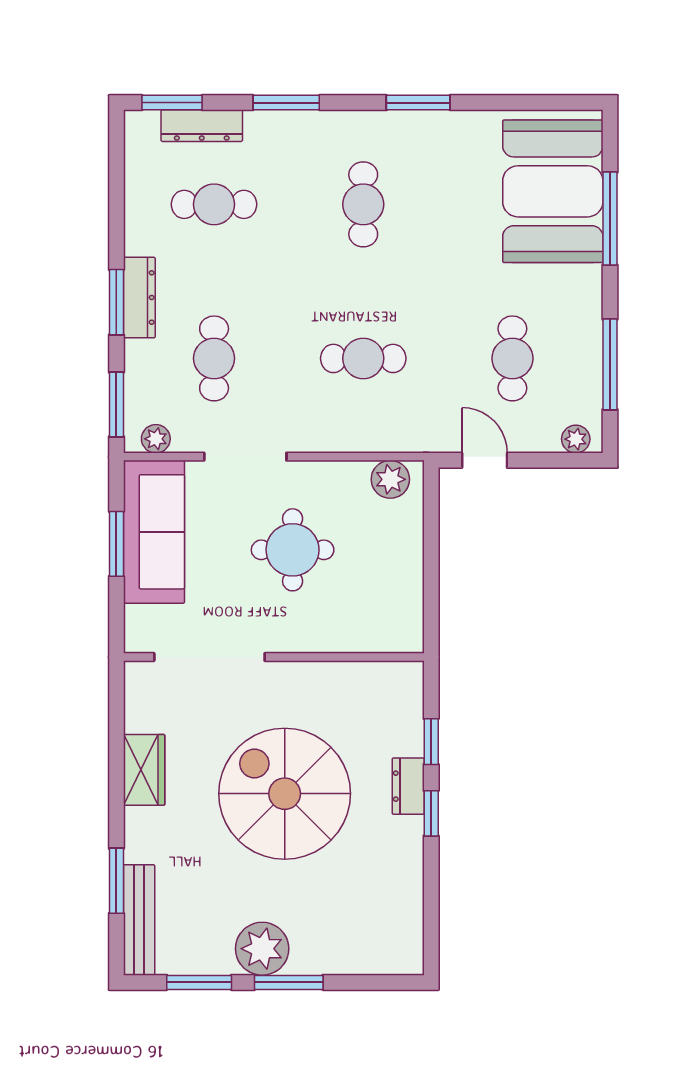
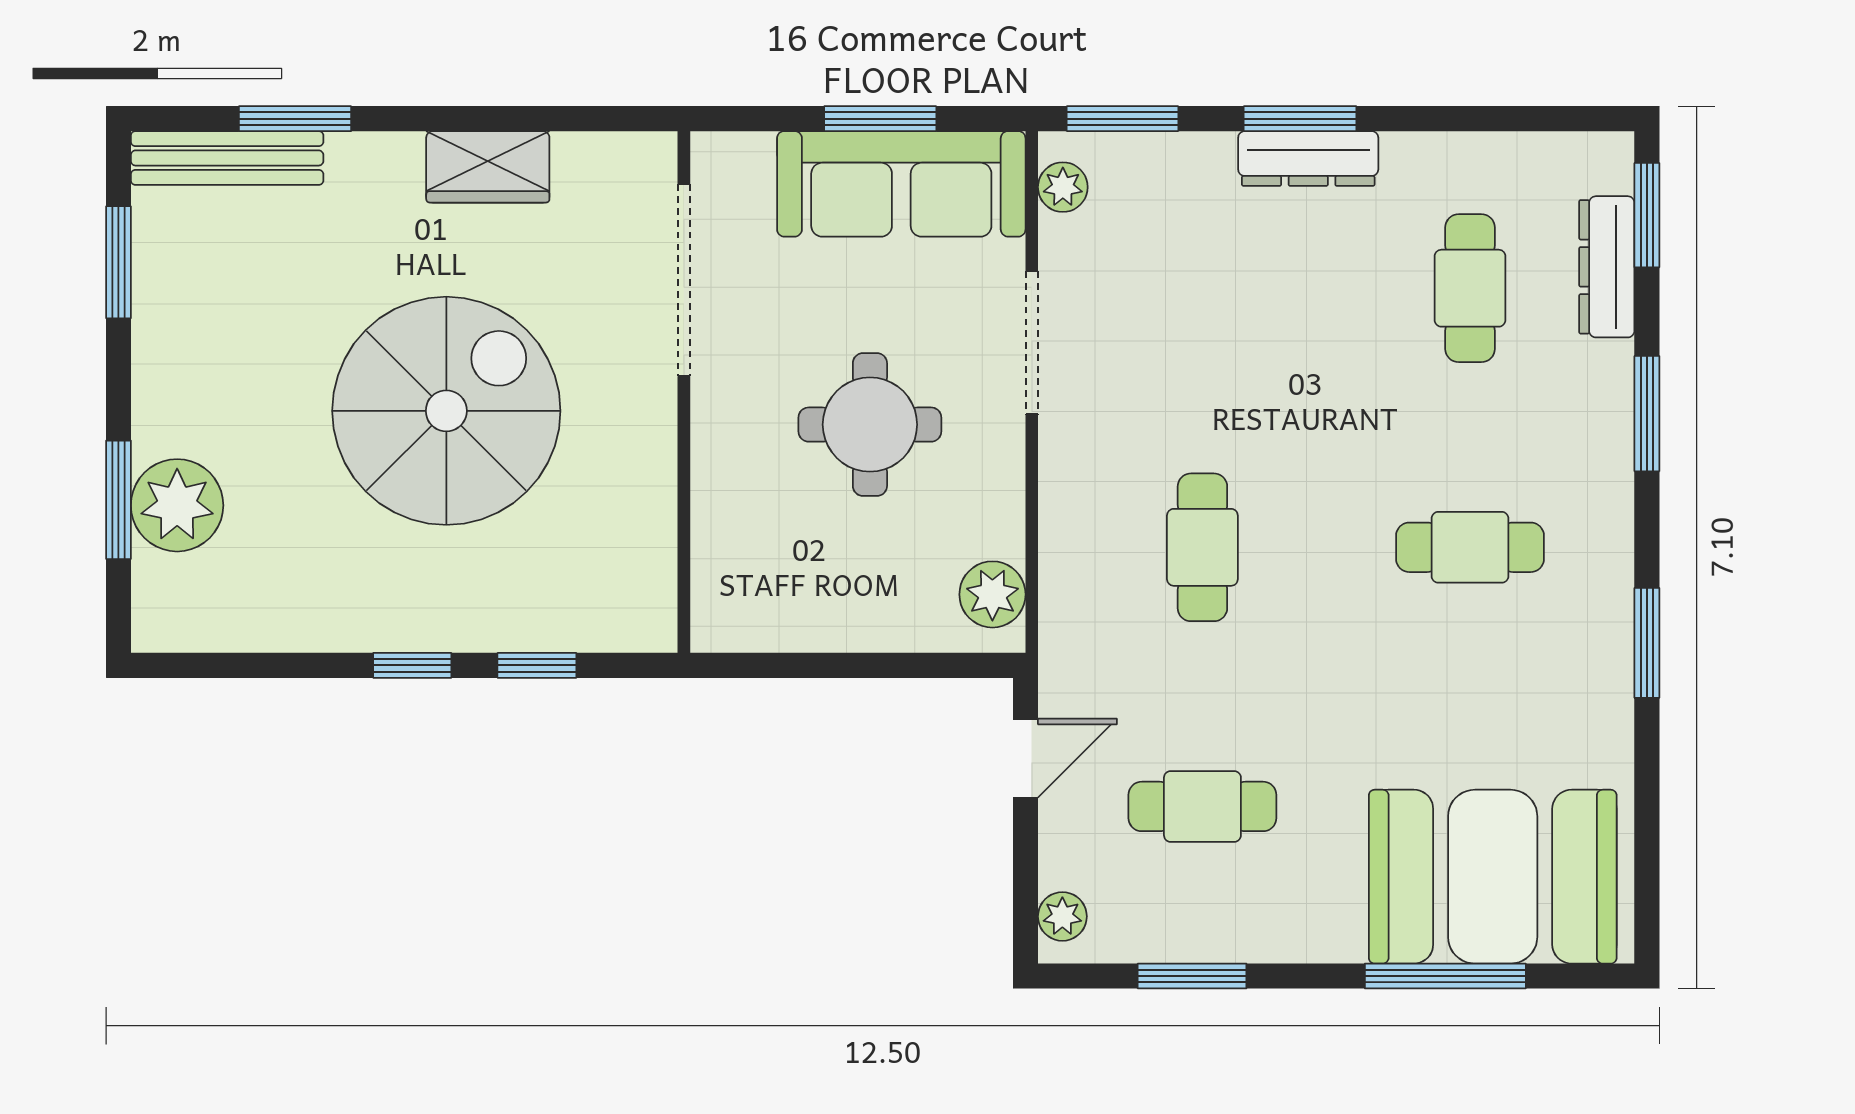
cafe table: (214, 358) -> (1202, 288), removed
window: (610, 364) -> (1192, 976), width x0.69
dresser: (408, 786) -> (459, 625), removed
plant: (262, 949) -> (177, 505), moved
window: (289, 982) -> (118, 500), moved

